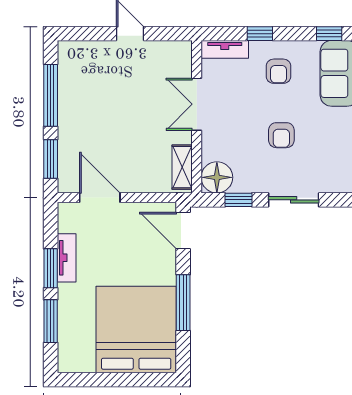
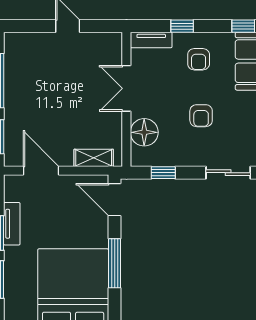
shelving: (182, 167) -> (94, 158), moved, turned 90
floor lamp: (217, 177) -> (144, 132), moved
sliding door: (294, 200) -> (228, 173), moved

